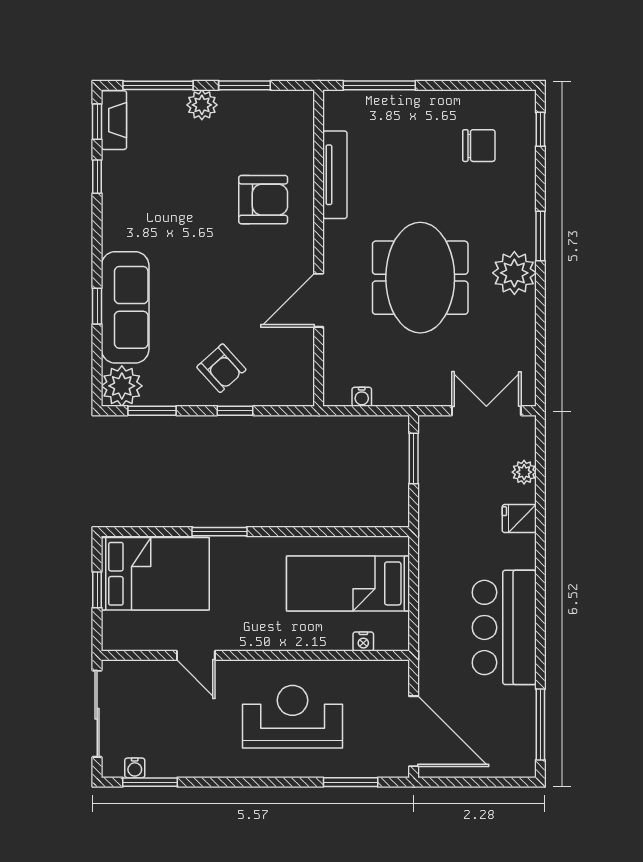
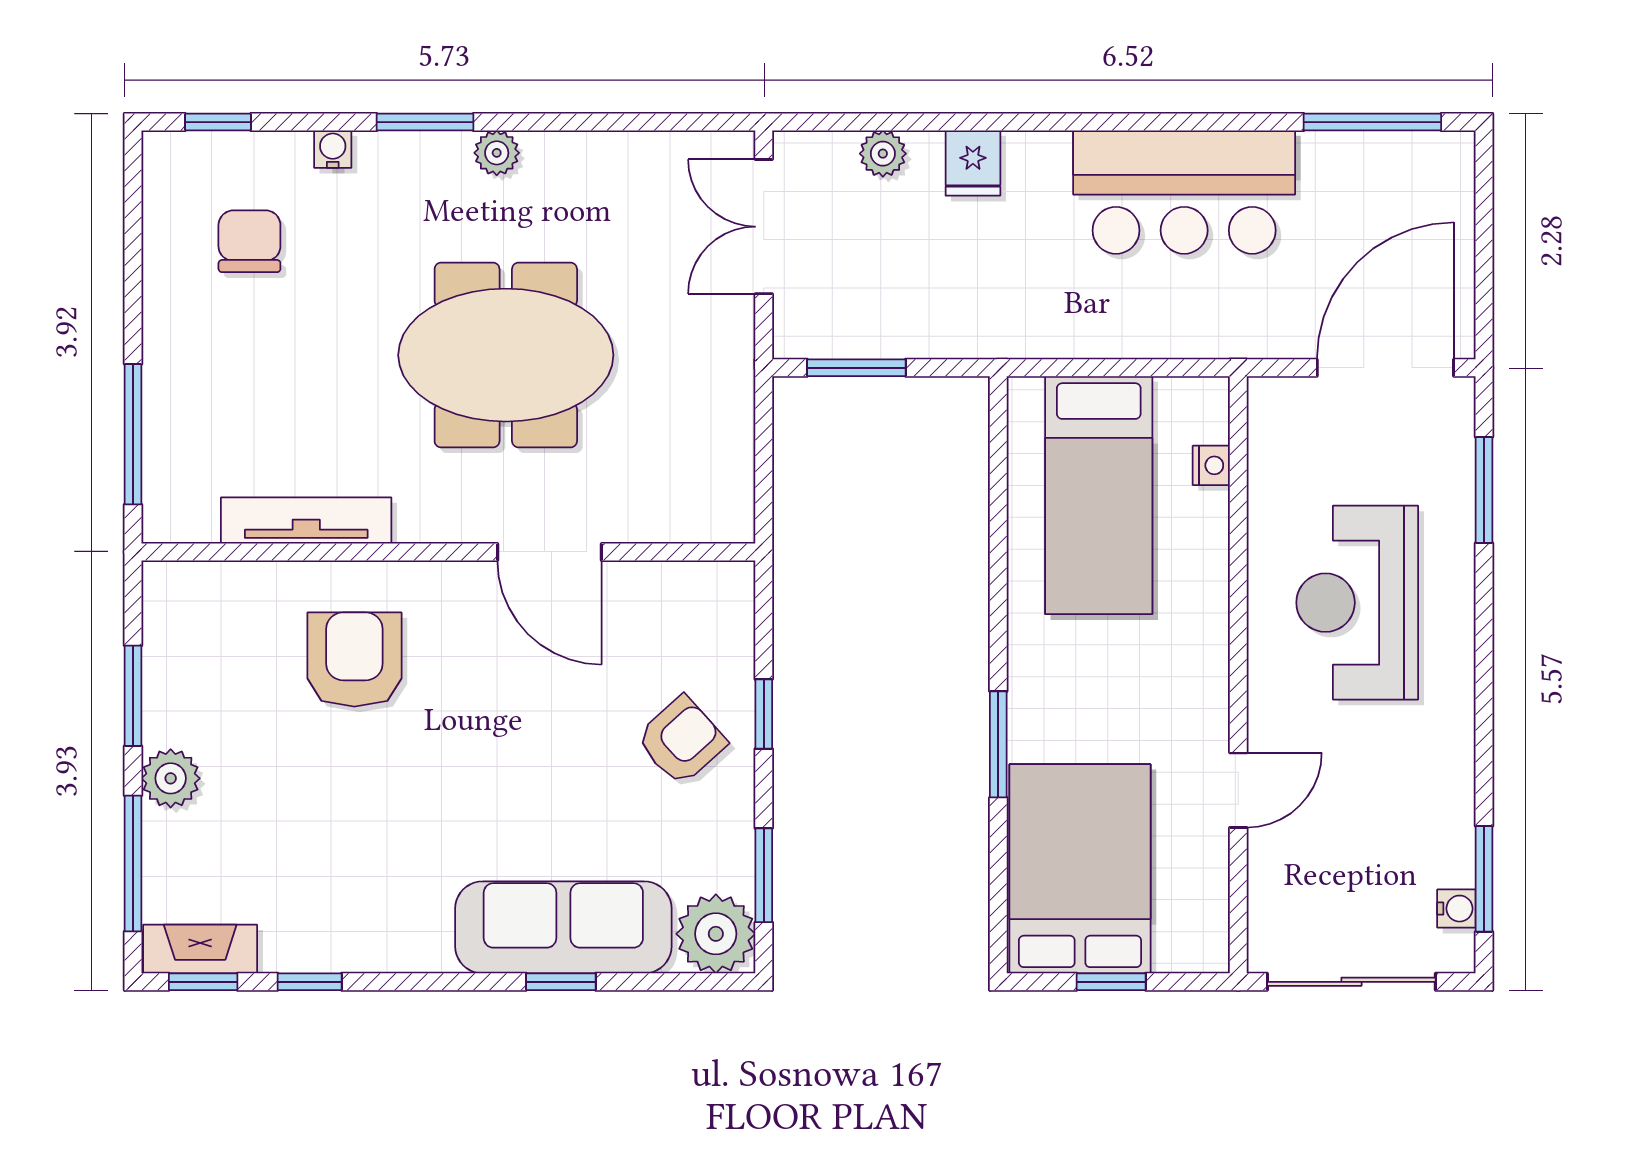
plant: (514, 273) -> (497, 153), width x0.53, depth x0.53
water cooler: (362, 397) -> (333, 149), moved, turned -90

